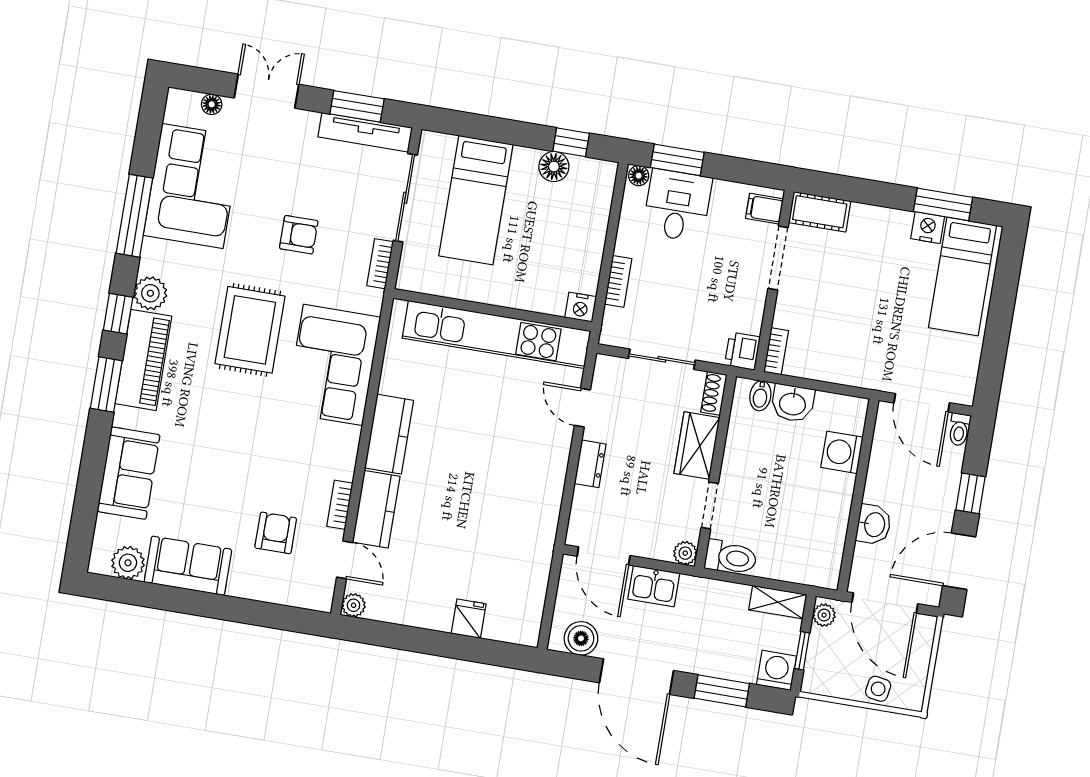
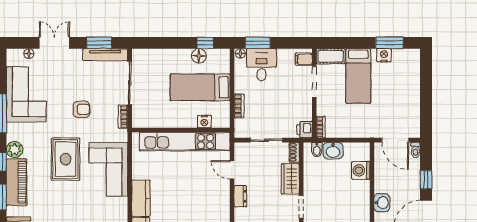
bed: (476, 200) -> (200, 87), moved, turned 90
bed: (962, 276) -> (358, 76), moved
nightstand: (581, 307) -> (204, 122), moved

